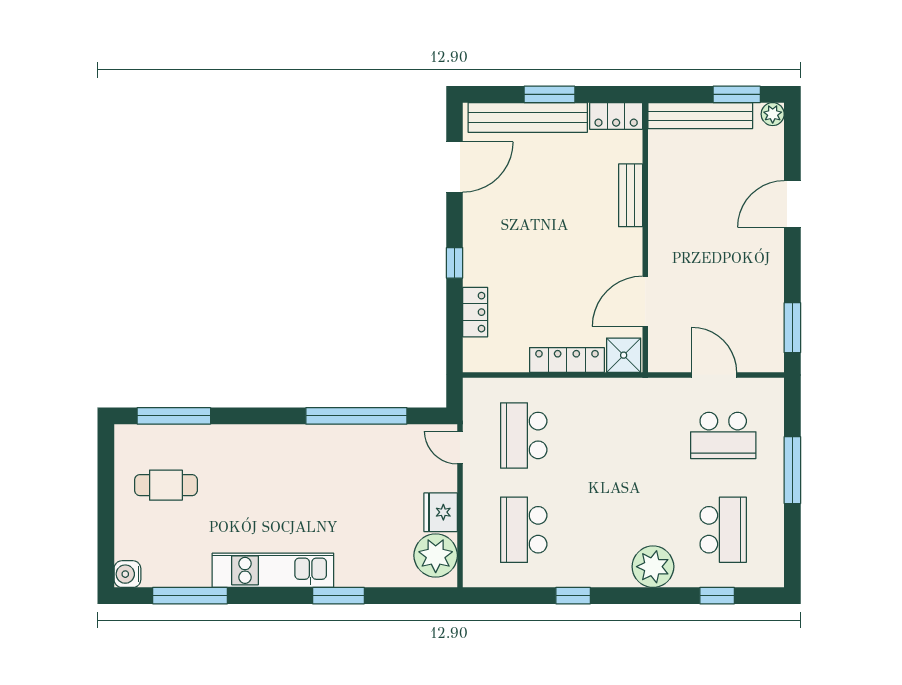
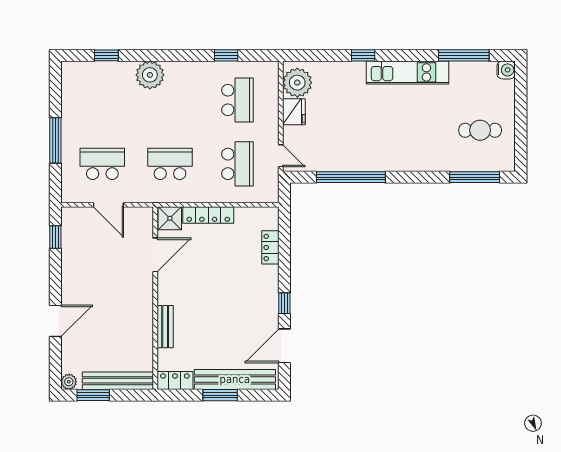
window: (455, 263) -> (284, 303), moved
window: (792, 328) -> (55, 237), width x0.67
school desk: (723, 530) -> (170, 164), moved, turned 90
window: (338, 596) -> (363, 55), width x0.67
window: (573, 596) -> (226, 55), moved

